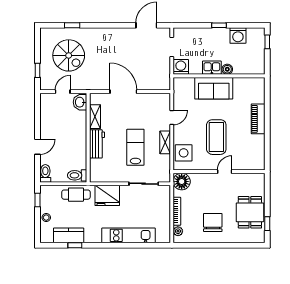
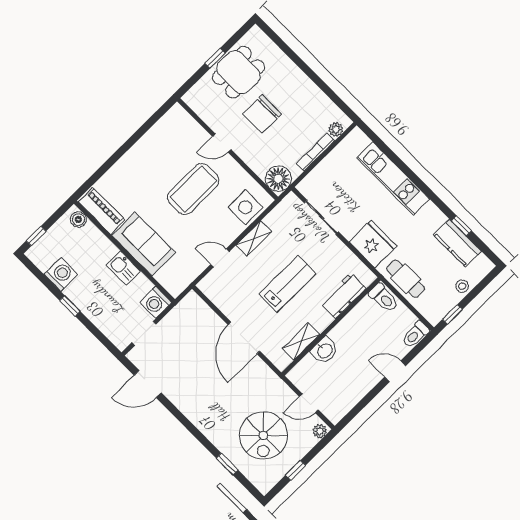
spiral stairs: (69, 55) -> (263, 435), turned 180
boiler: (227, 69) -> (78, 219), moved
window: (38, 70) -> (295, 470), moved
plant: (45, 84) -> (320, 431), added
washbasin: (80, 102) -> (324, 350), moved
piano: (258, 119) -> (102, 211), moved, turned -90
workbench: (97, 144) -> (343, 296), moved
lab bench: (135, 147) -> (287, 284), moved, turned 180
chair: (213, 223) -> (262, 114), moved
window: (267, 224) -> (215, 58), moved

